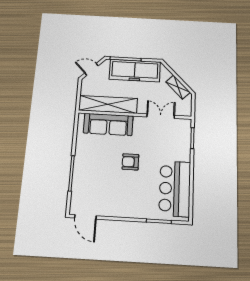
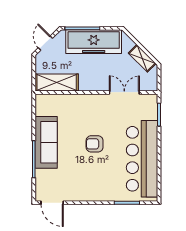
door: (92, 69) -> (45, 43), hinge flipped
shelving: (108, 104) -> (57, 82), width x0.68
sofa: (108, 124) -> (46, 142), moved, turned -90
bar counter: (175, 189) -> (142, 159), width x1.36

